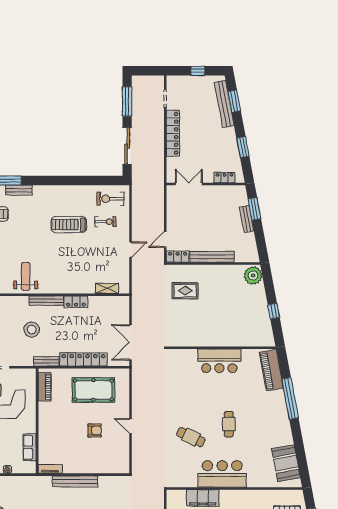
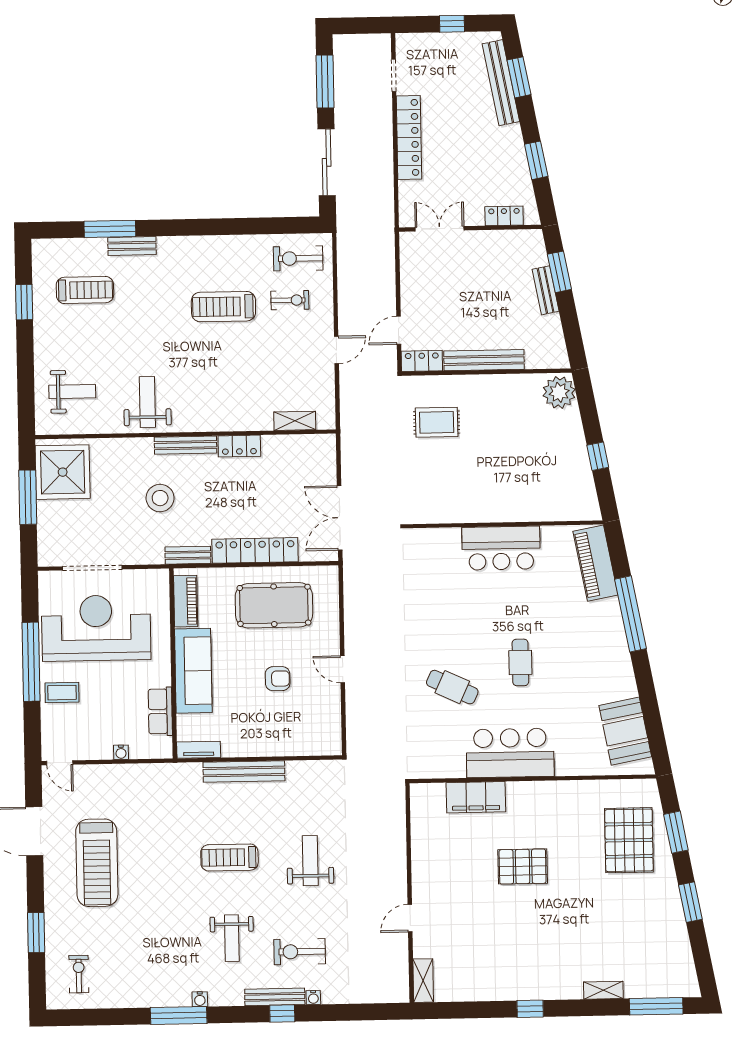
sofa: (48, 425) -> (193, 671), added

